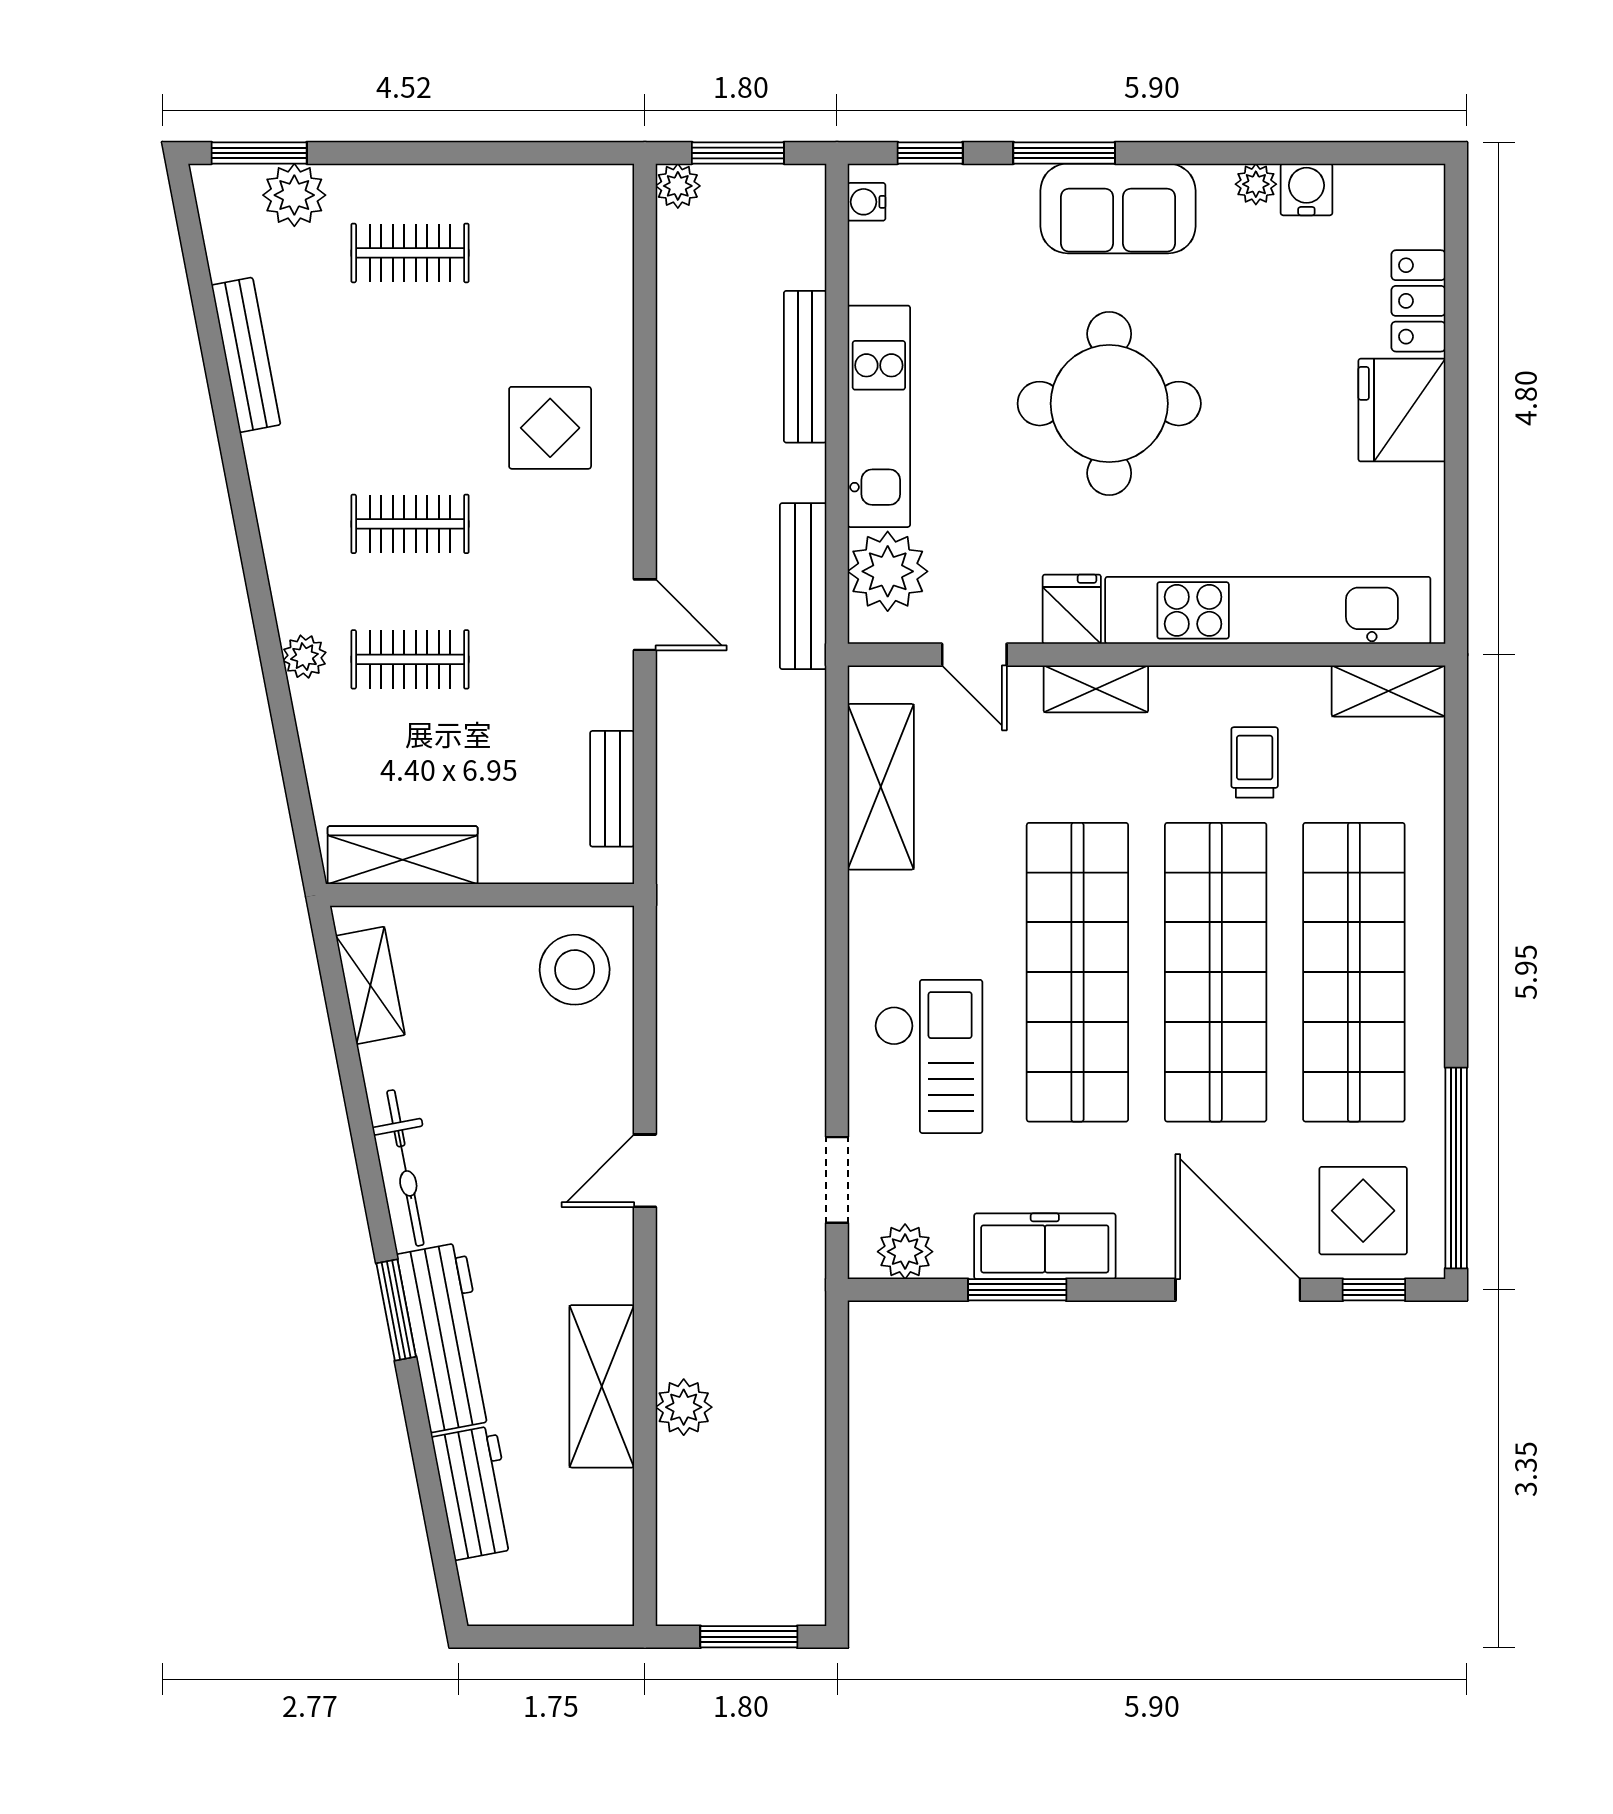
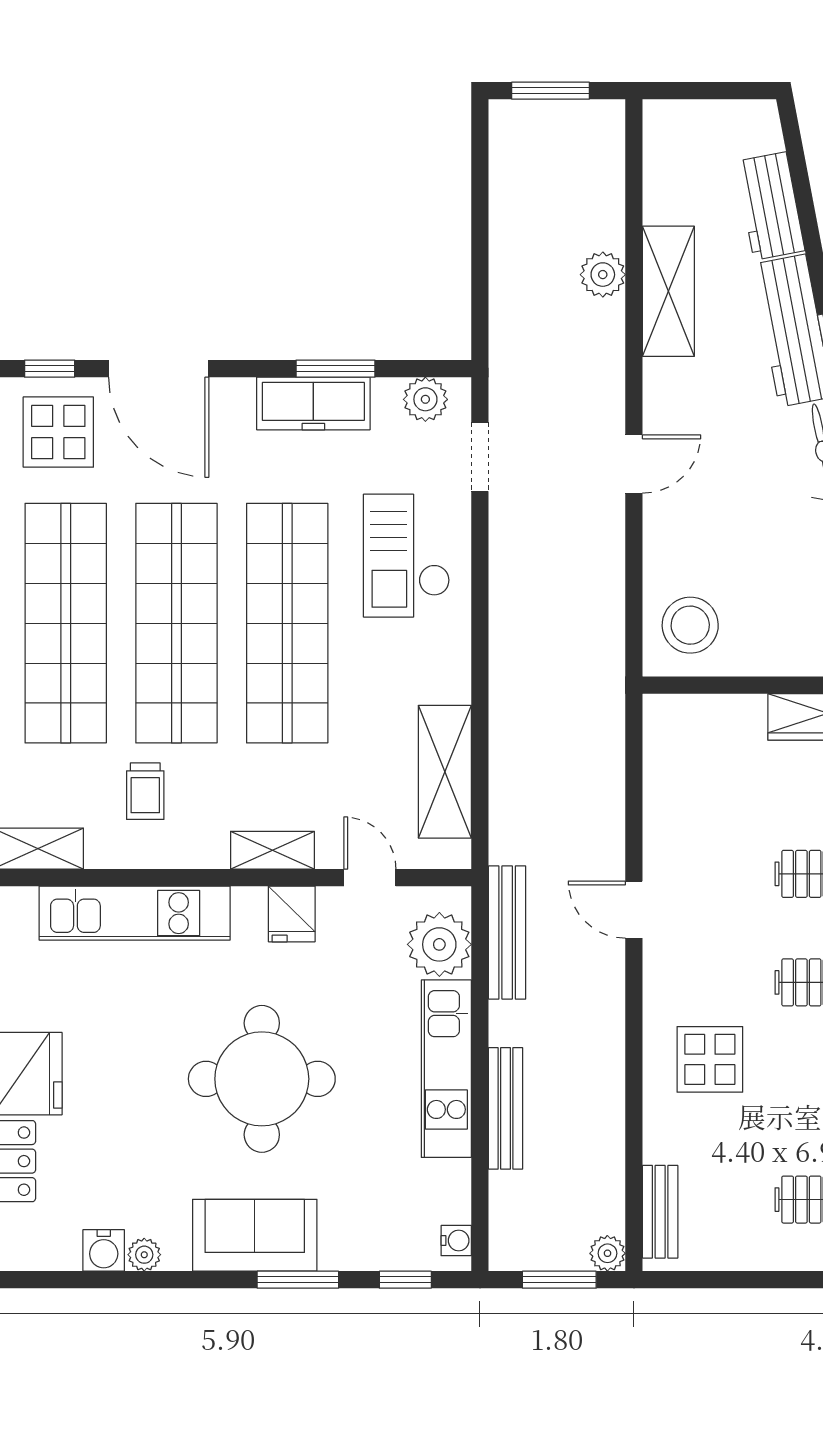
kitchen unit: (1268, 610) -> (135, 913), width x0.73
bench: (612, 789) -> (660, 1212), moved

